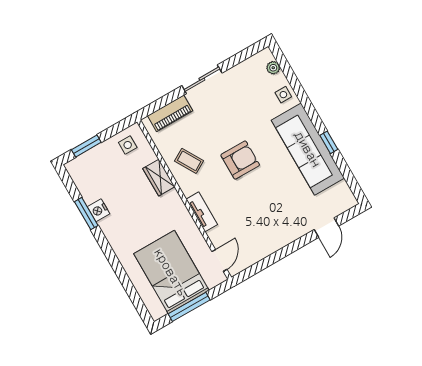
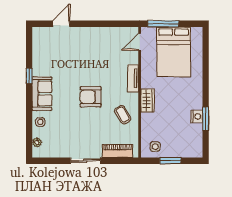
window: (86, 146) -> (170, 161), moved
sofa: (308, 149) -> (42, 94), width x0.54, depth x0.79
wardrobe: (159, 178) -> (148, 100), moved
window: (189, 307) -> (163, 24), moved

